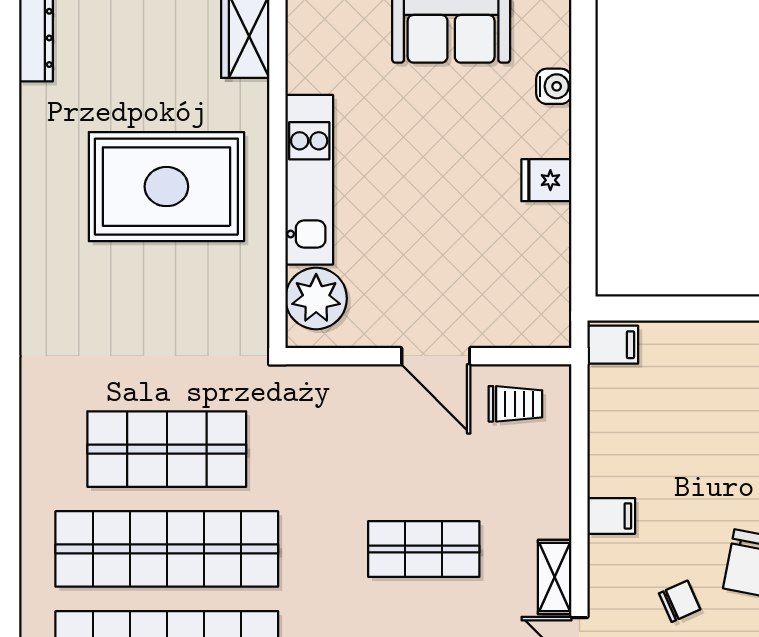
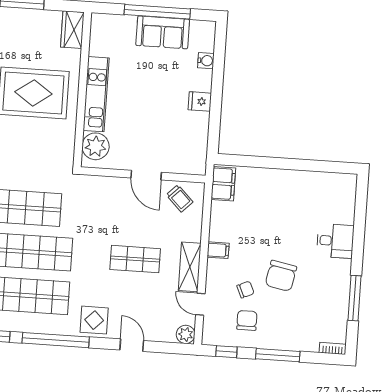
filing cabinet: (613, 345) -> (223, 184), width x2.00
trolley: (515, 404) -> (180, 198), turned 45
shelving: (555, 577) -> (190, 267), width x1.50, depth x1.33

